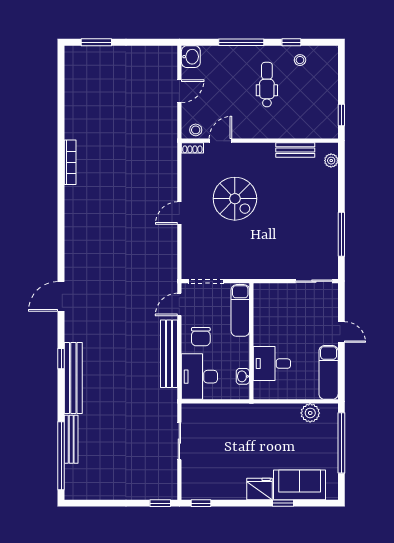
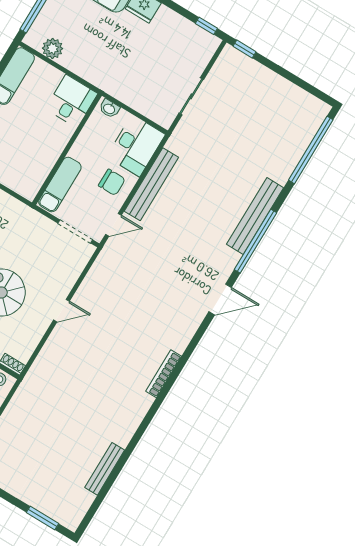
bookcase: (70, 162) -> (164, 374), moved
chair: (201, 337) -> (112, 182), turned 90
window: (61, 359) -> (256, 241), width x3.17
desk: (272, 364) -> (72, 101), moved, turned -90
washbasin: (243, 376) -> (109, 109), moved, turned 90
bench: (71, 439) -> (105, 469), moved

